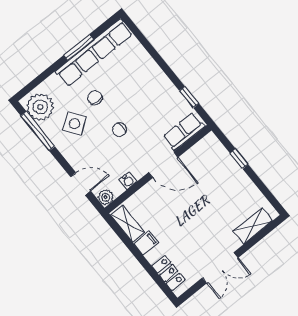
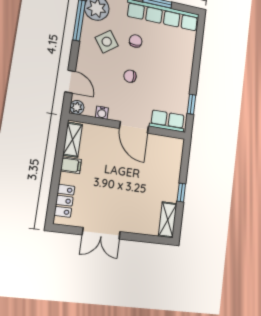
window: (239, 159) -> (181, 193), moved
shelving: (253, 226) -> (168, 220), moved, turned 90

